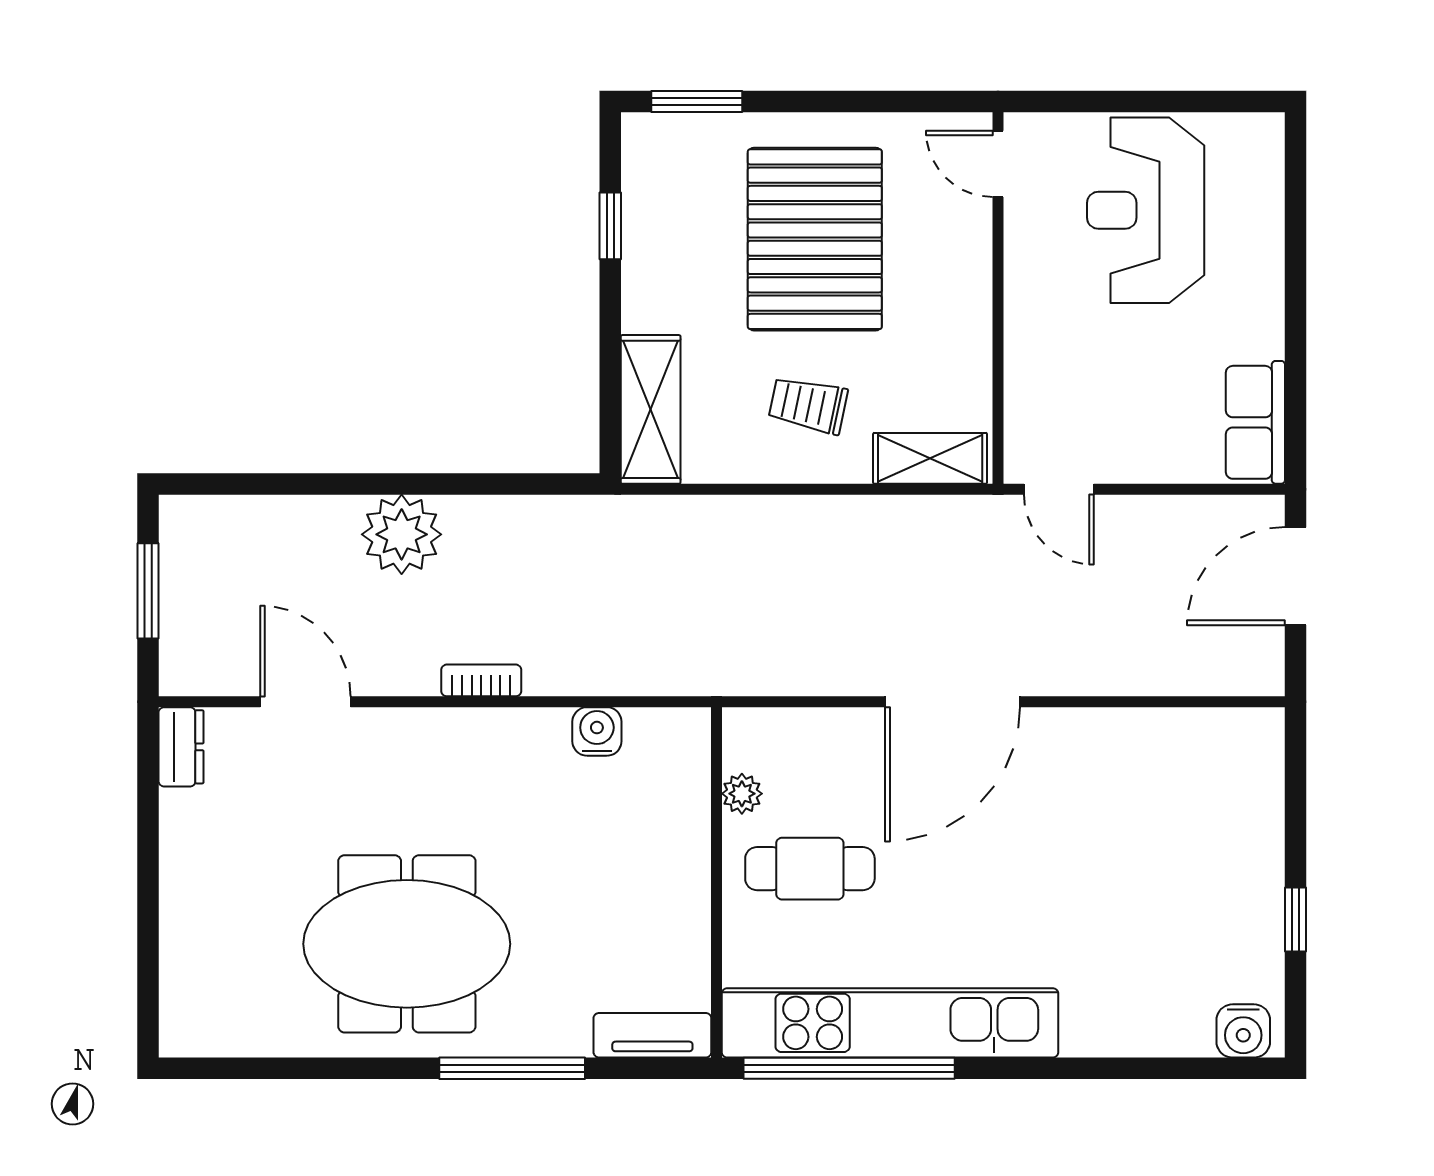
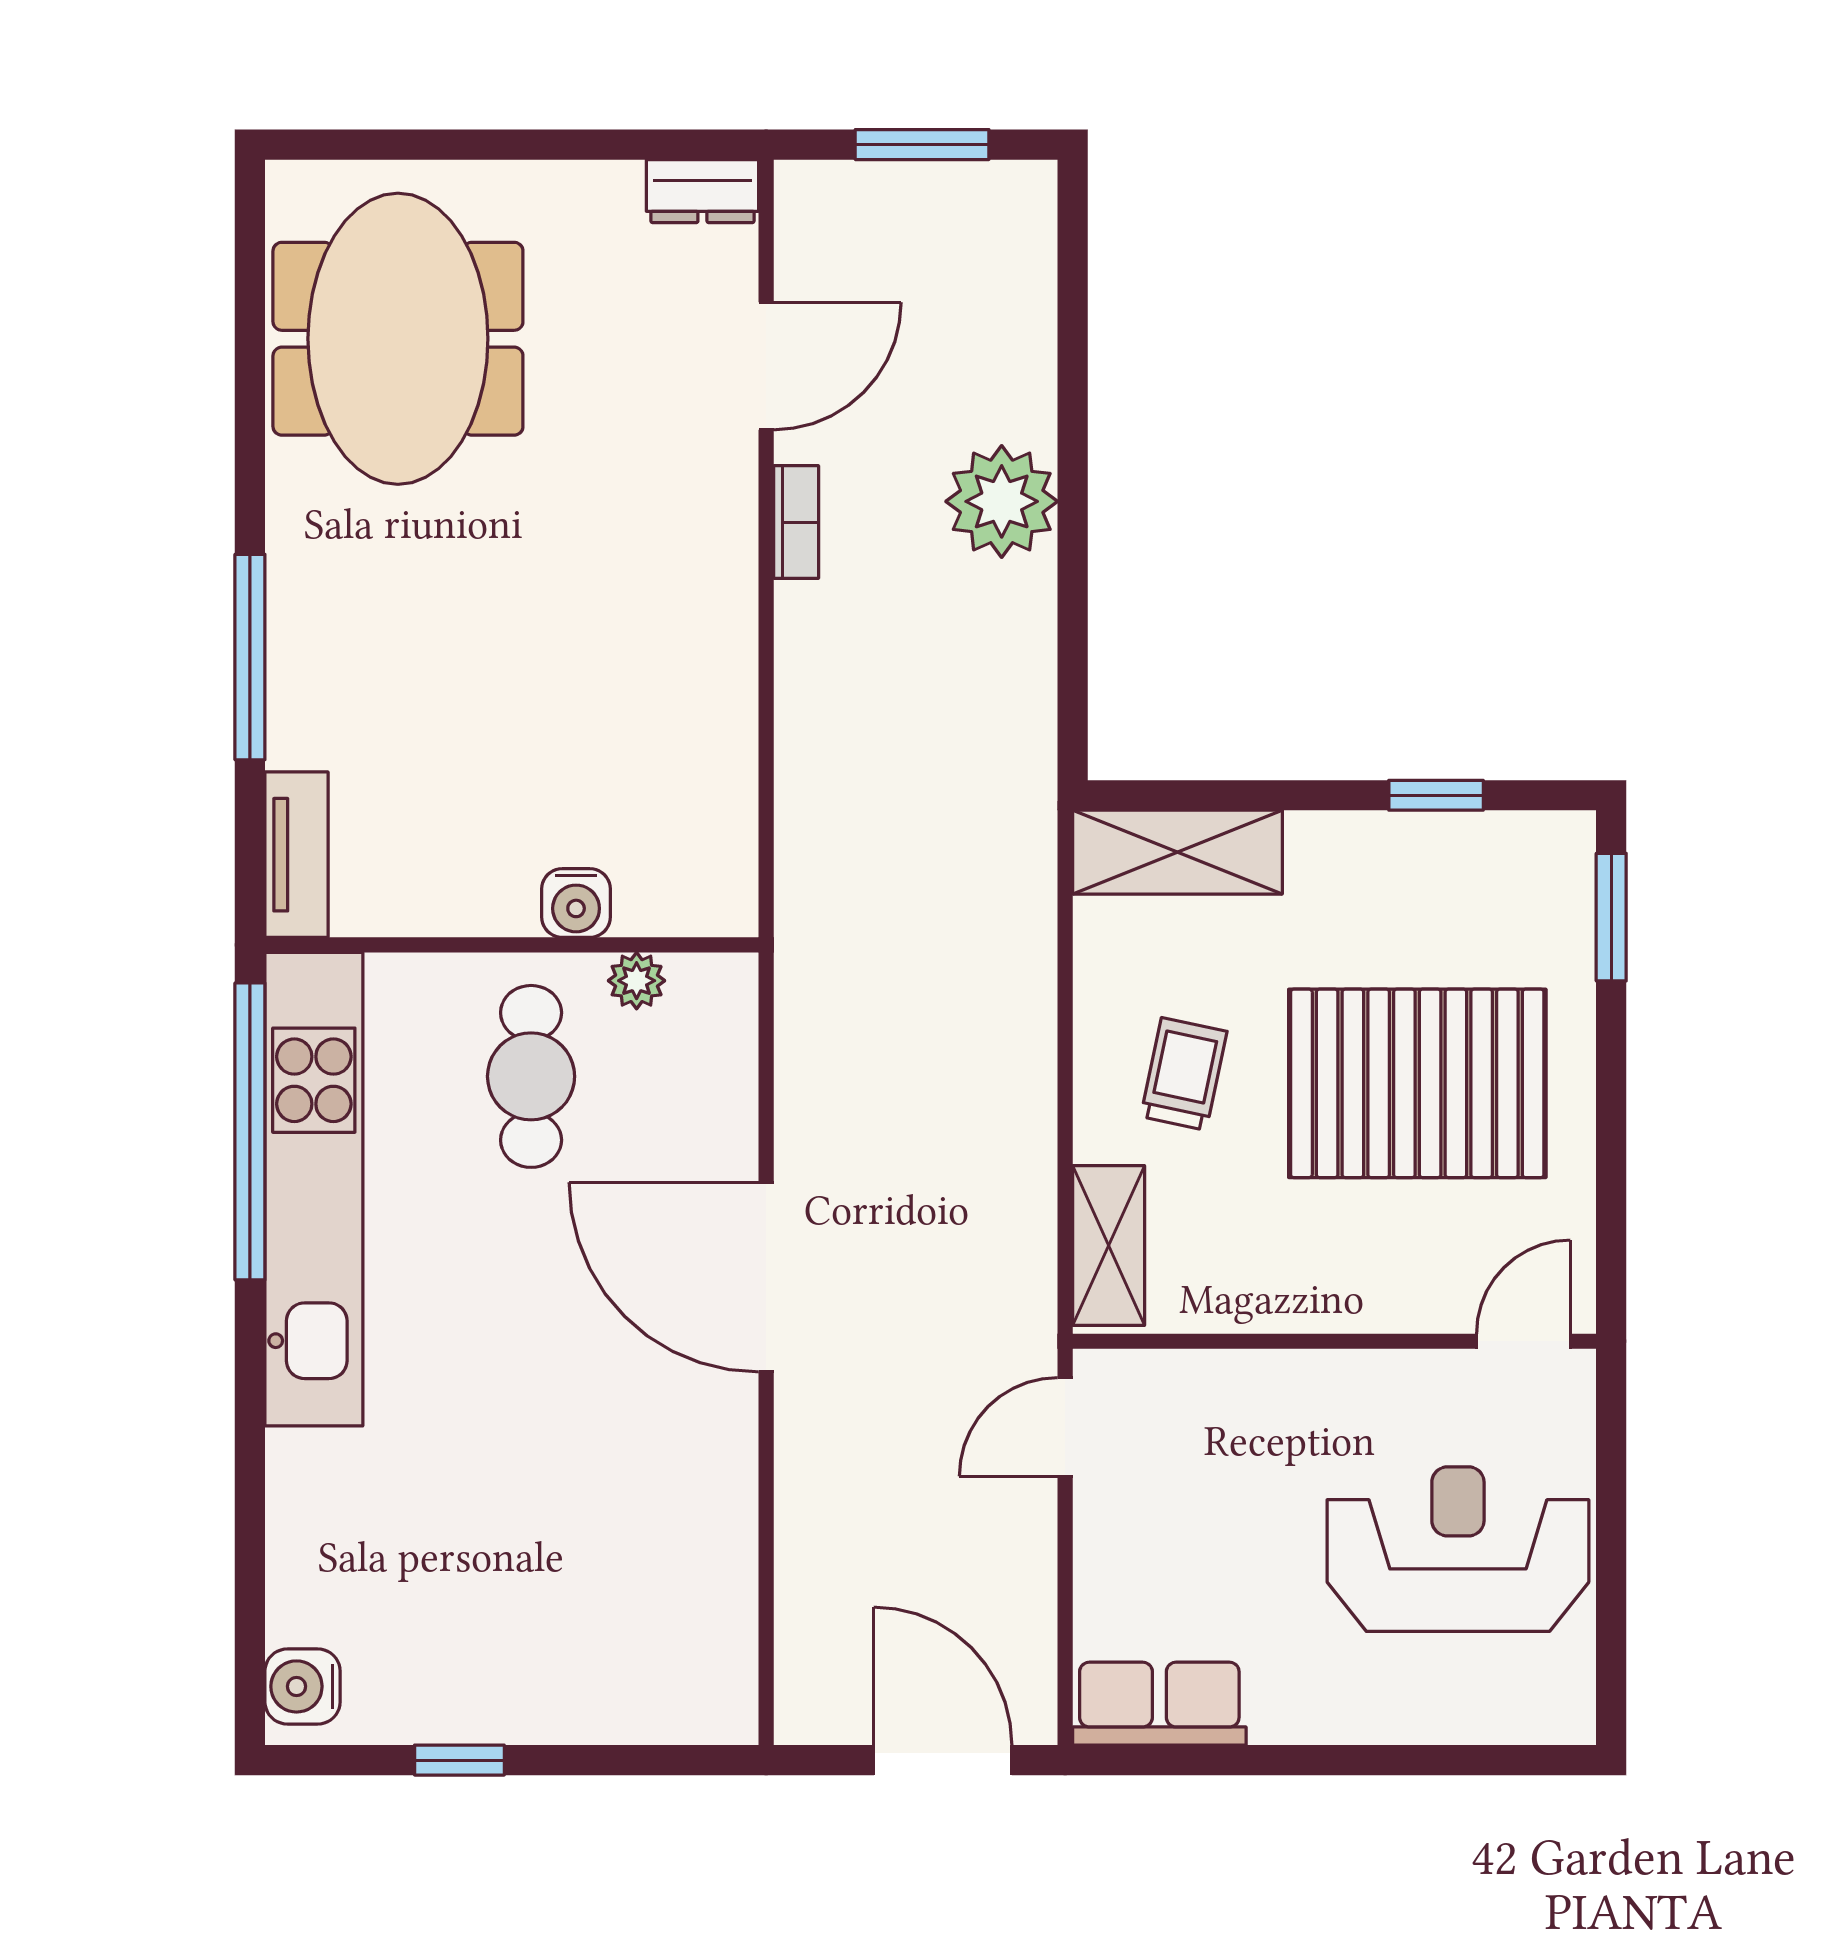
bookcase: (481, 680) -> (796, 522), moved
water cooler: (597, 731) -> (576, 903), moved, turned 90
meeting table: (407, 944) -> (398, 339), moved

